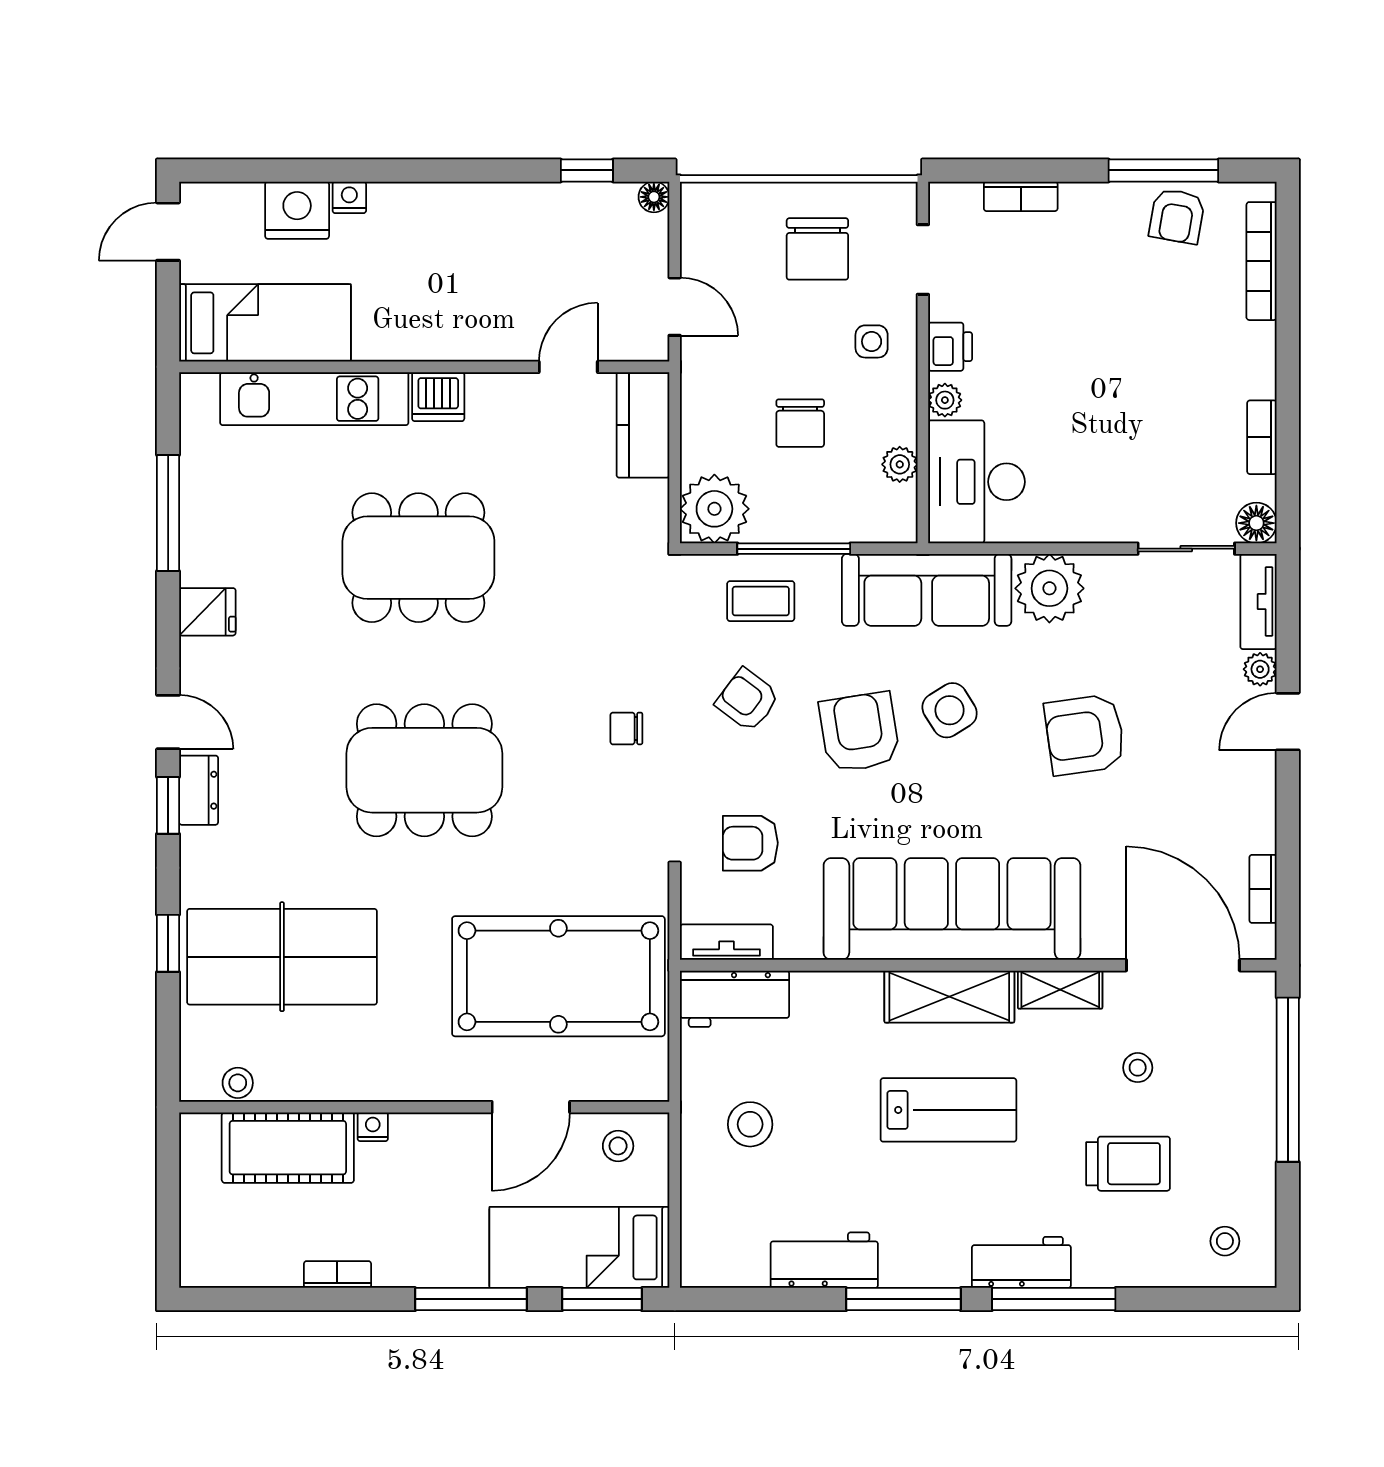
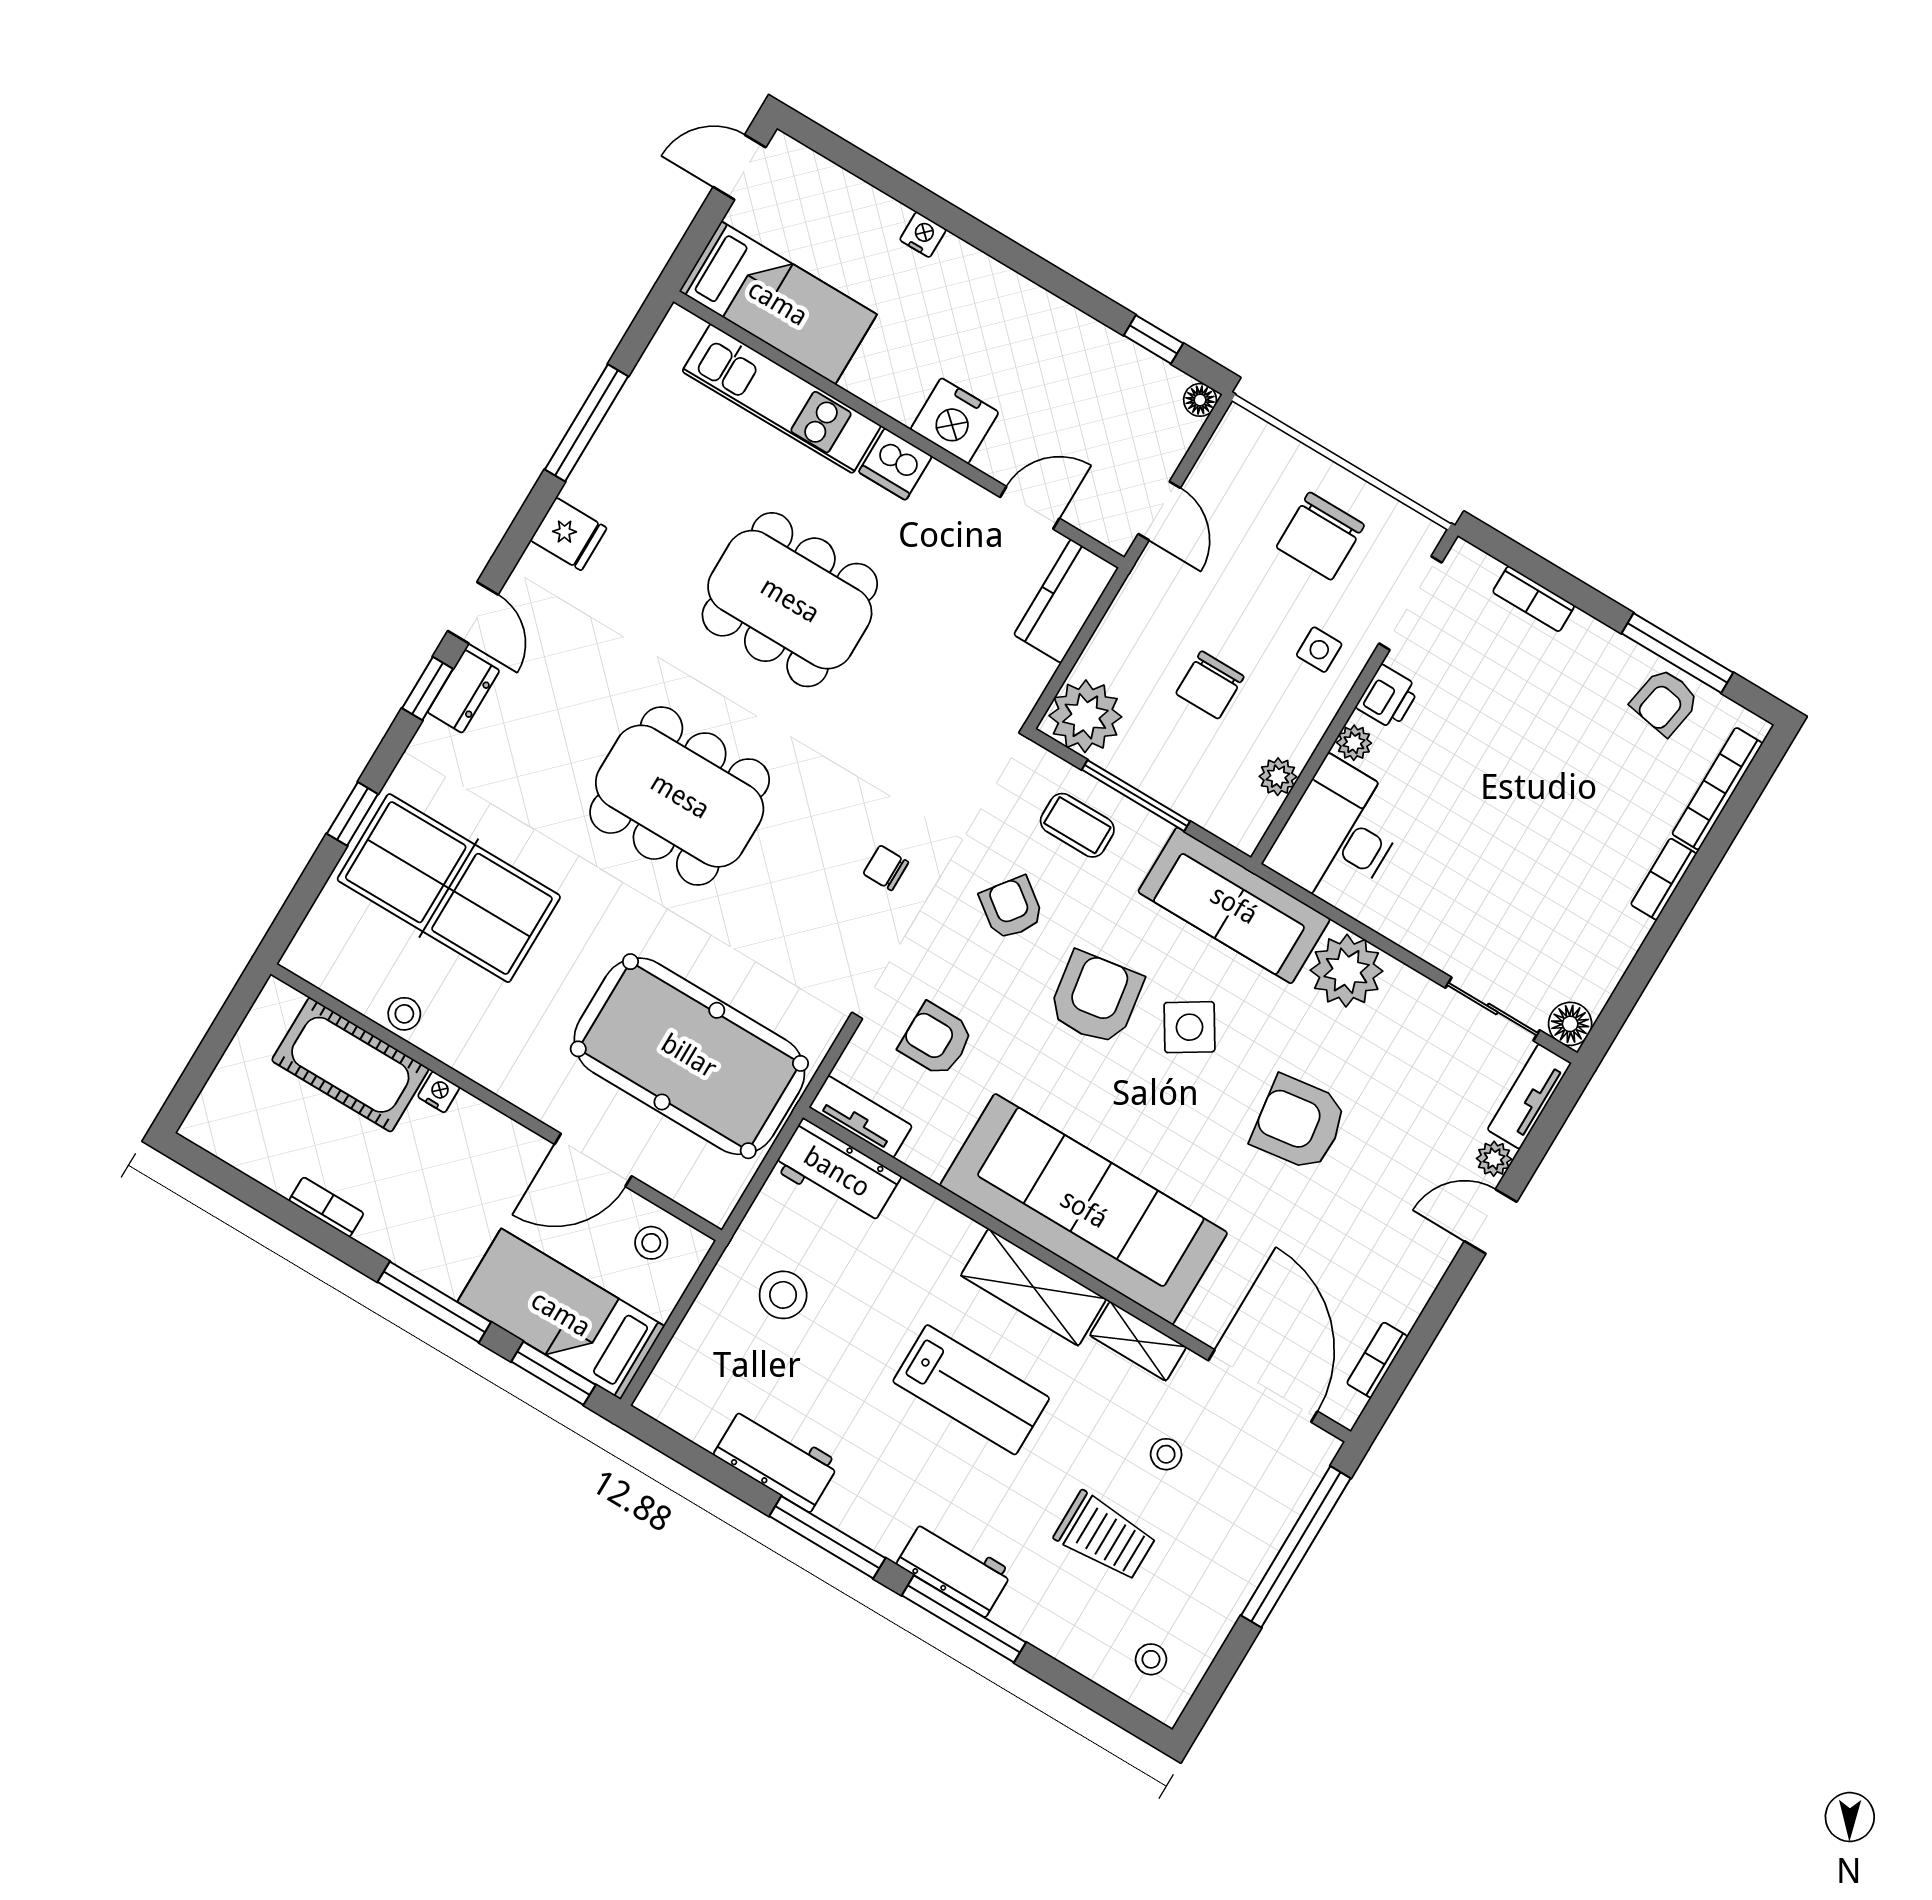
nightstand: (297, 210) -> (955, 421), moved, turned 180
doorway: (923, 260) -> (1410, 603), width x1.38
bookcase: (1262, 437) -> (1664, 879), moved
stool: (238, 1083) -> (404, 1014), moved

